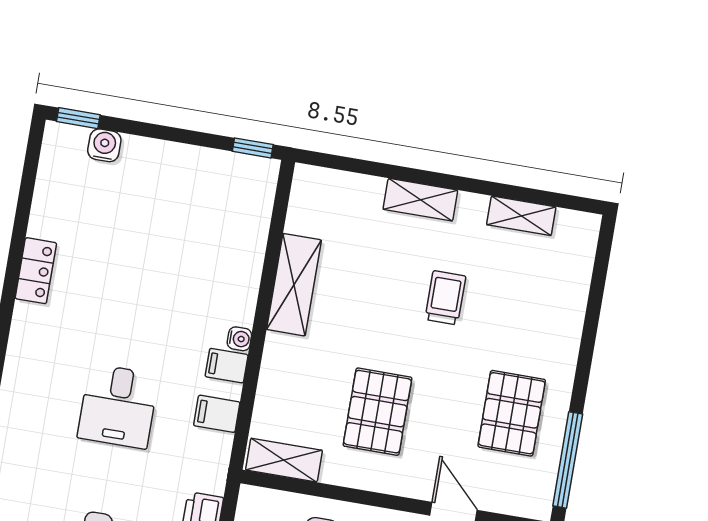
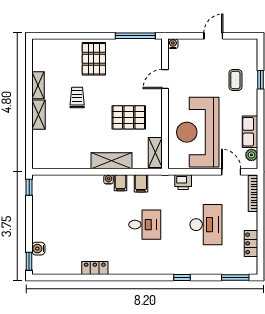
shelving: (521, 216) -> (38, 85), moved
shelving: (294, 285) -> (111, 161), moved
trolley: (445, 298) -> (77, 98), turned 90
pallet: (512, 413) -> (94, 59), moved, turned 90

